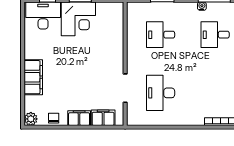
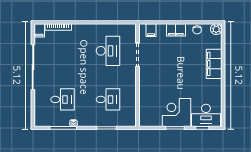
filing cabinet: (103, 118) -> (151, 30), width x0.50

